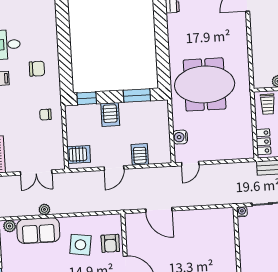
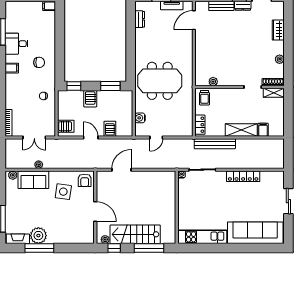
door: (190, 164) -> (156, 137), moved
door: (114, 168) -> (91, 137), swing flipped
door: (159, 210) -> (121, 170), swing flipped
armchair: (110, 243) -> (85, 180), moved

